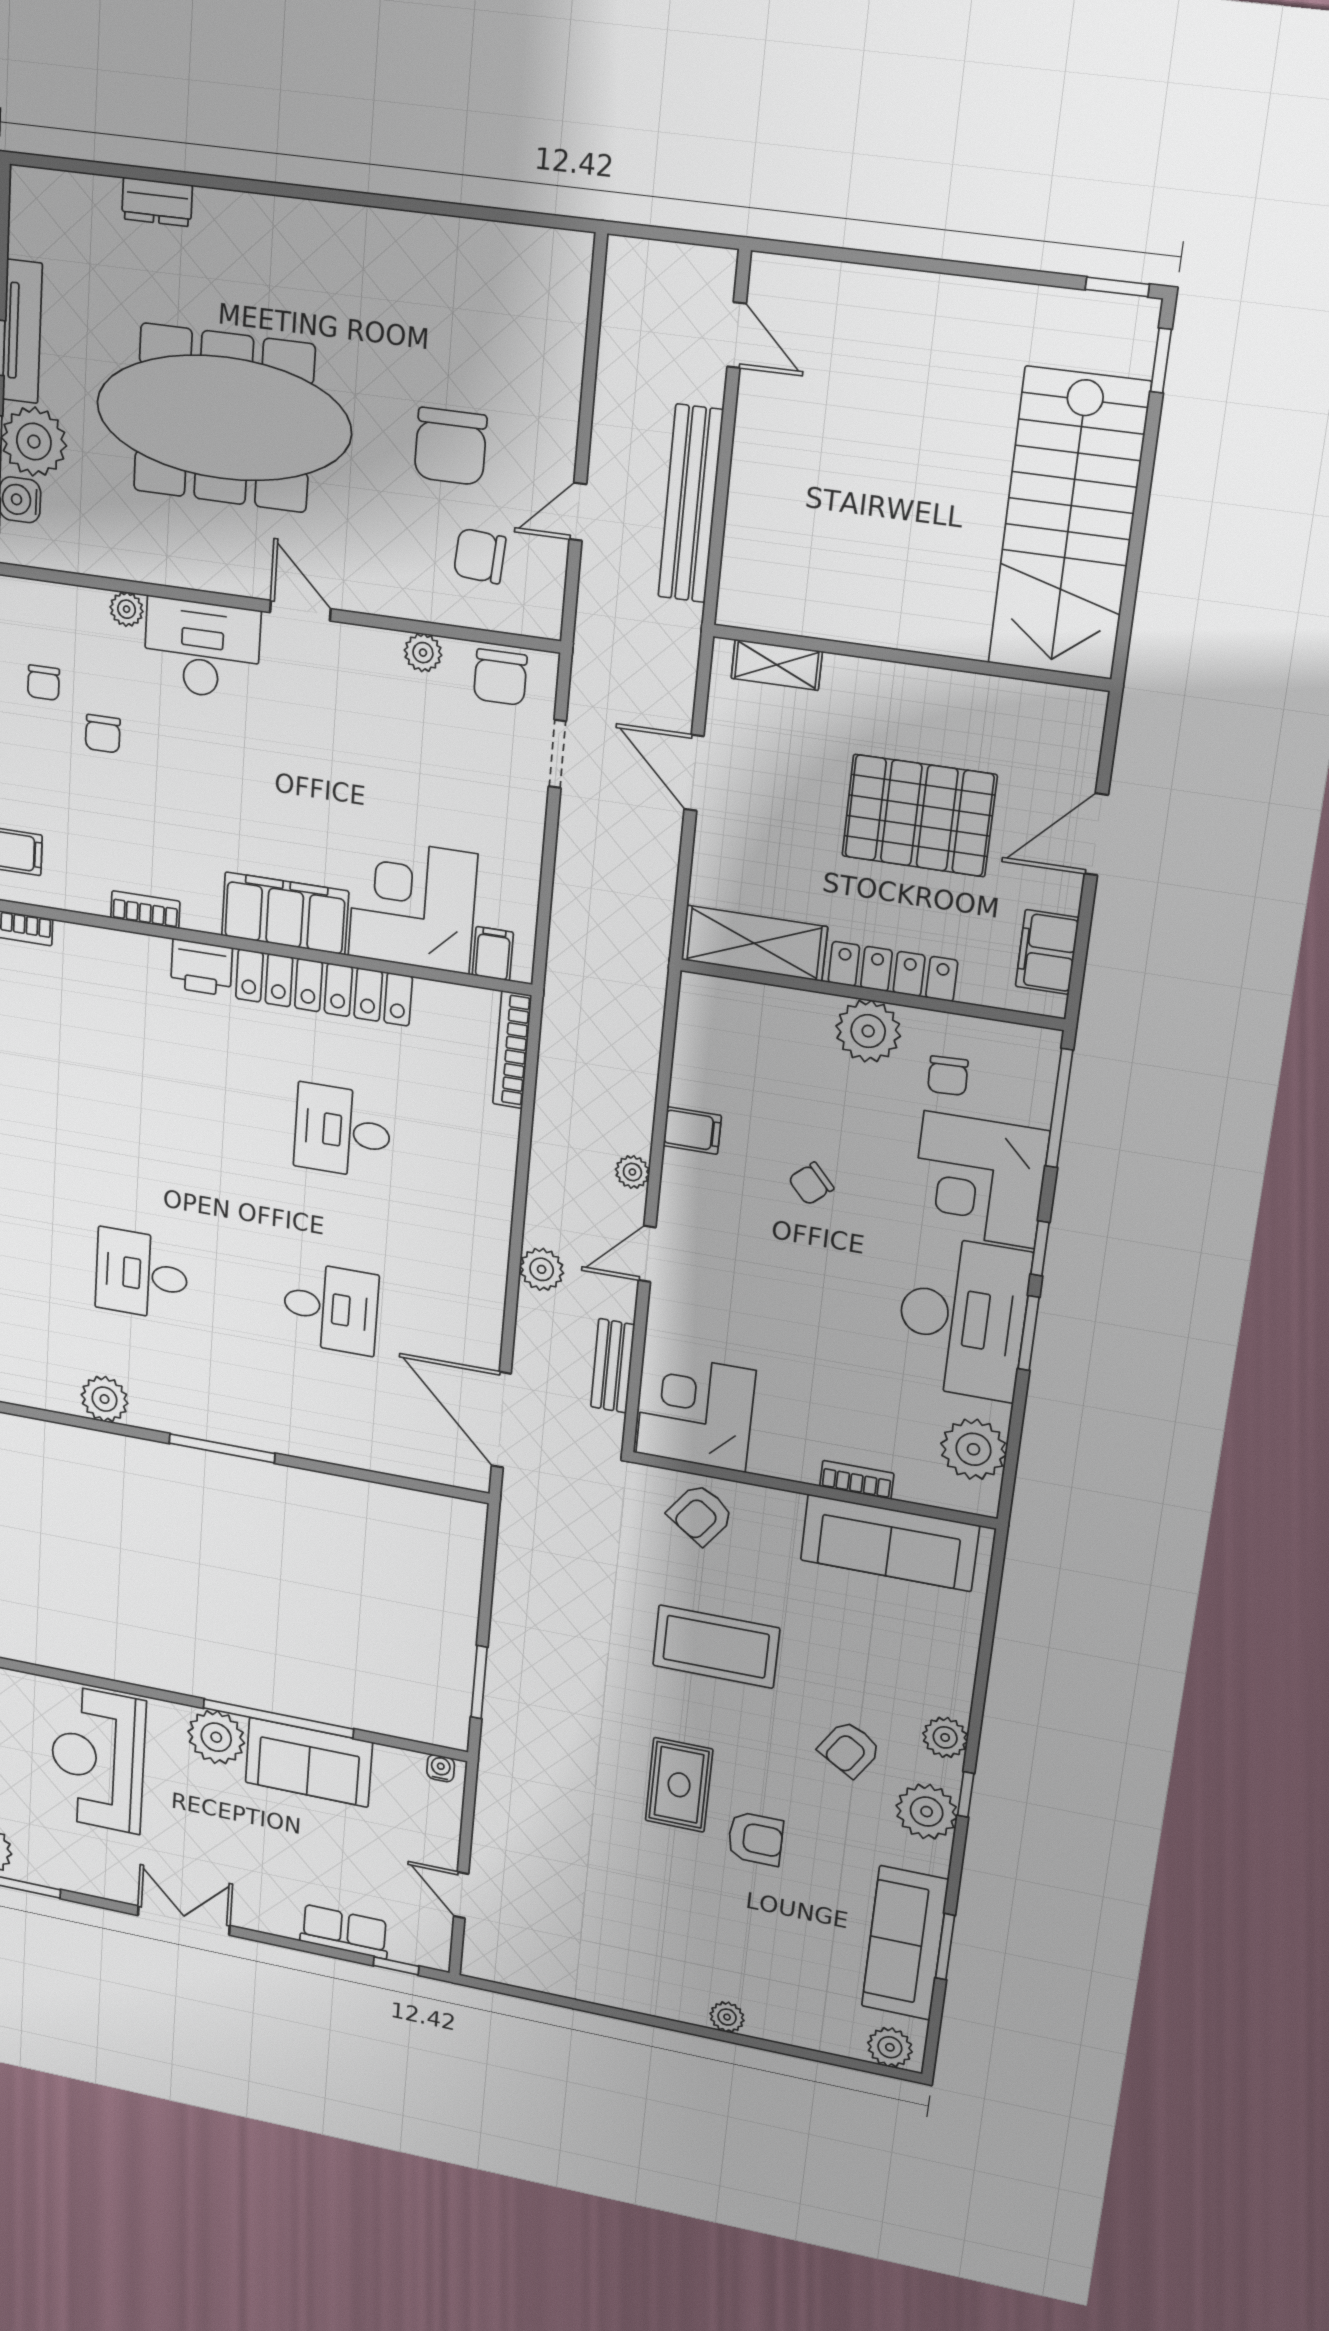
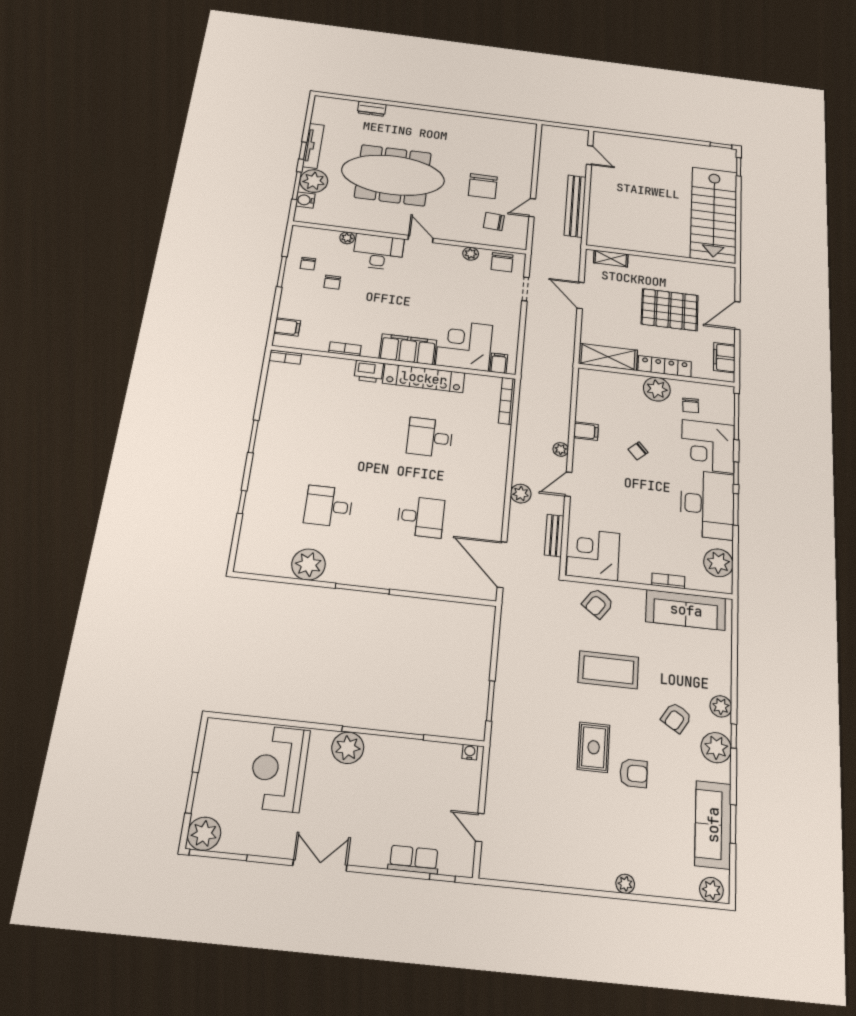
plant: (104, 1399) -> (308, 564), width x1.36, depth x1.36
sofa: (309, 1762) -> (398, 757), removed

